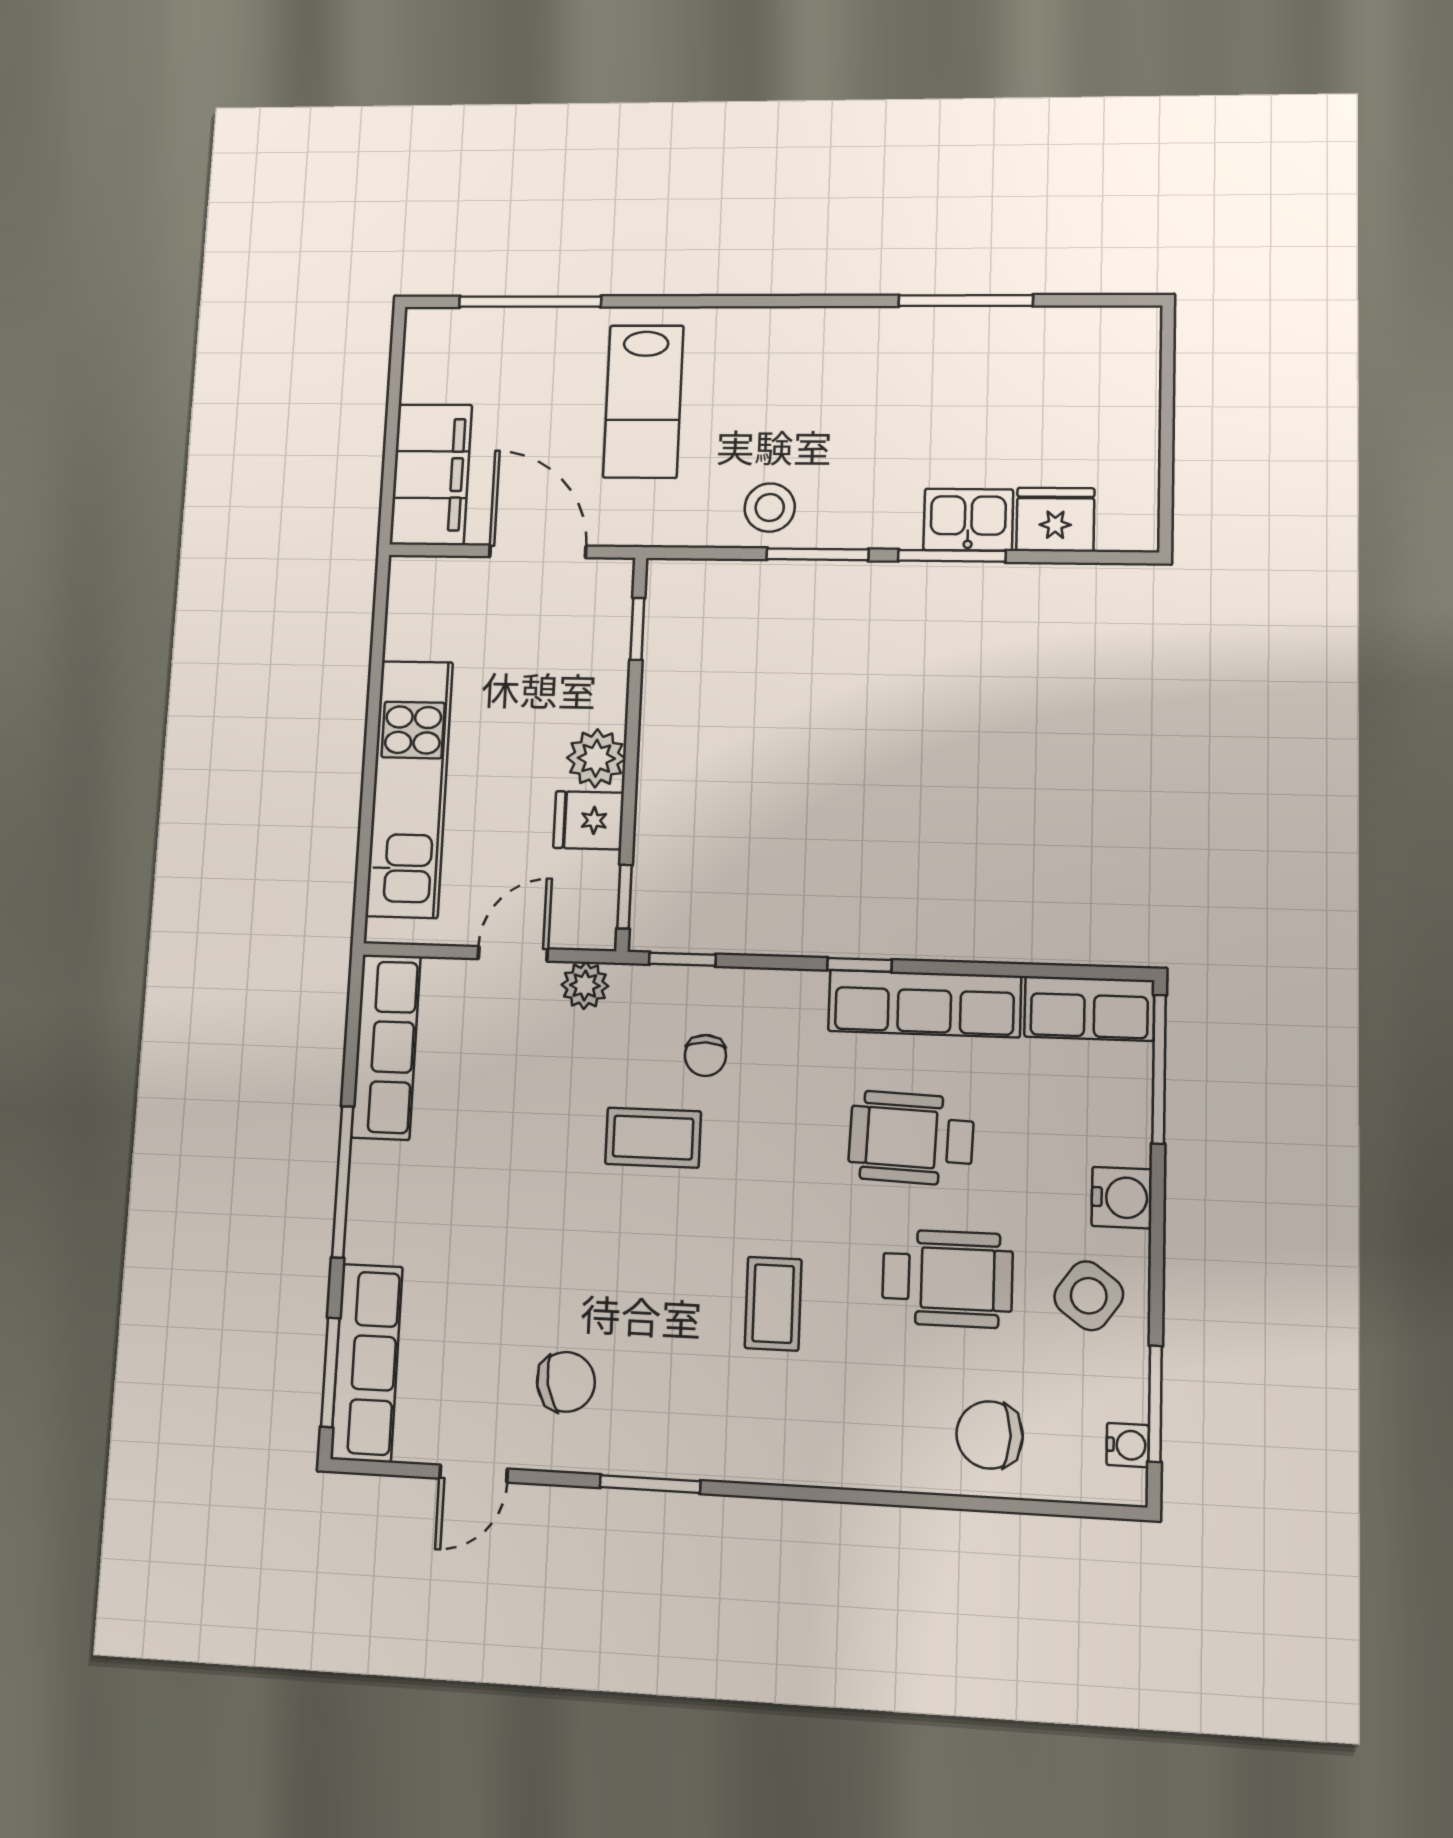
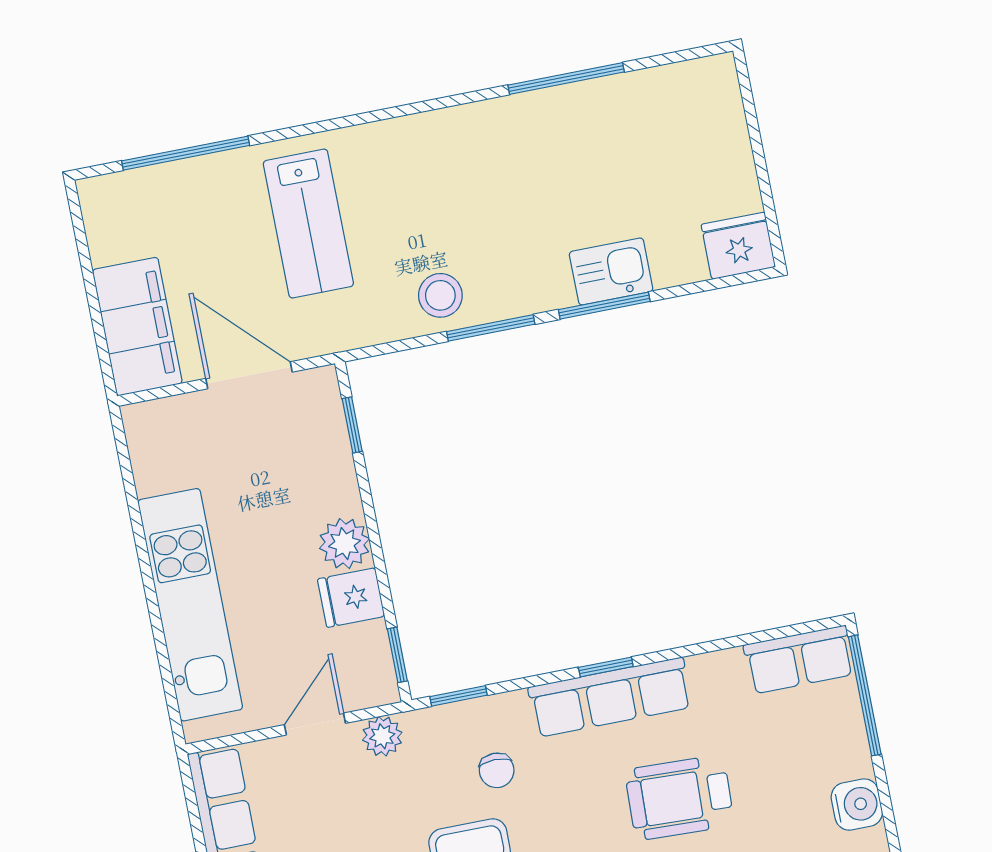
fridge: (1055, 520) -> (738, 246), moved
row of seats: (924, 1003) -> (610, 697), moved

